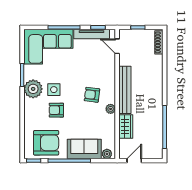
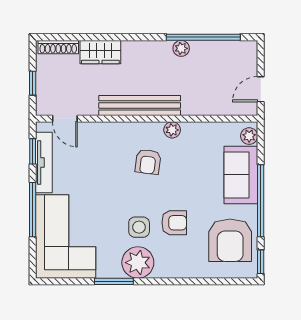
door: (117, 46) -> (65, 119), hinge flipped
armchair: (56, 110) -> (174, 223), turned -90
plant: (158, 114) -> (181, 48), added
wardrobe: (126, 127) -> (100, 52), moved, turned 180
armchair: (46, 143) -> (230, 240), turned 180
door: (134, 161) -> (261, 89), hinge flipped

